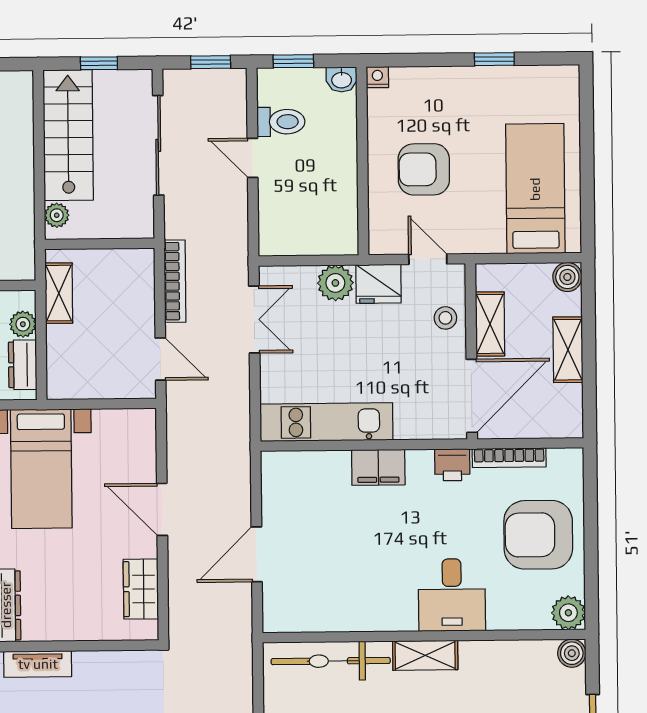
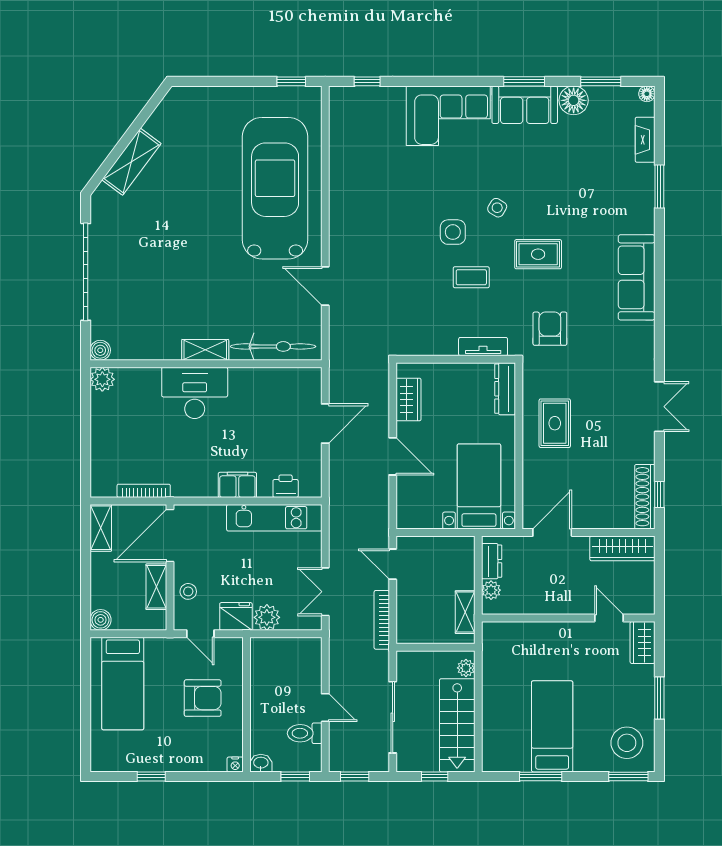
shelving: (568, 350) -> (101, 528), moved
printer: (452, 465) -> (286, 486), moved
armchair: (538, 535) -> (123, 435), removed
desk: (452, 595) -> (195, 393), width x1.37

